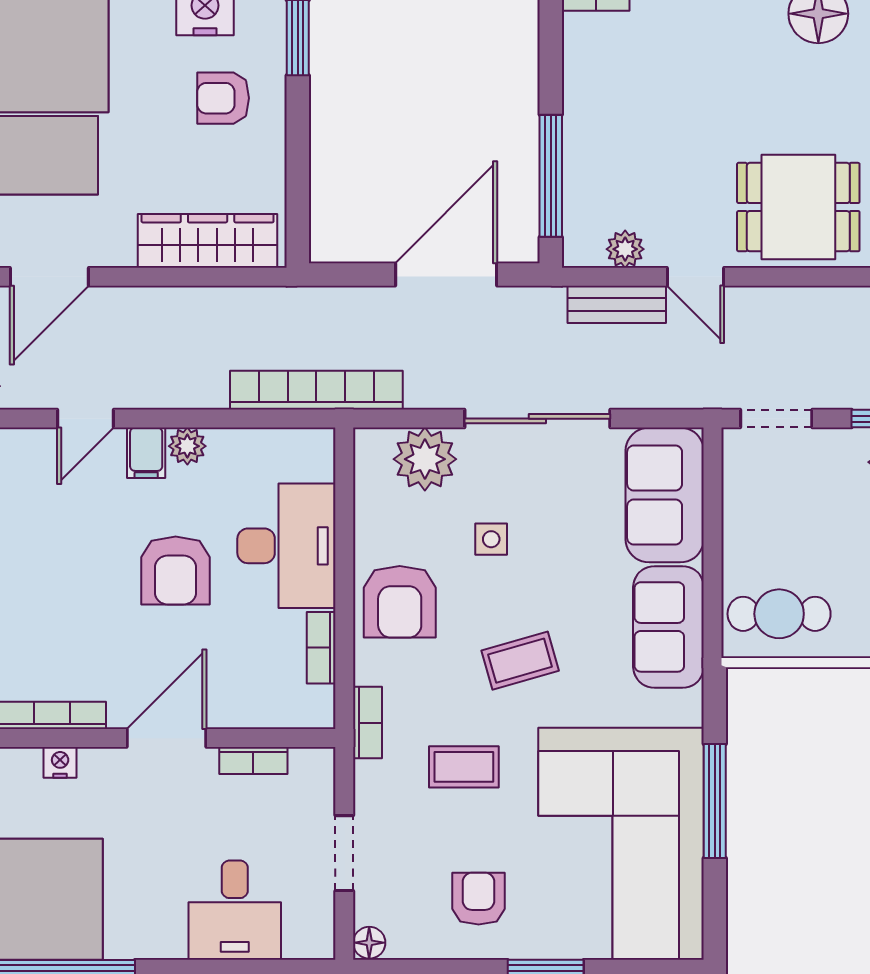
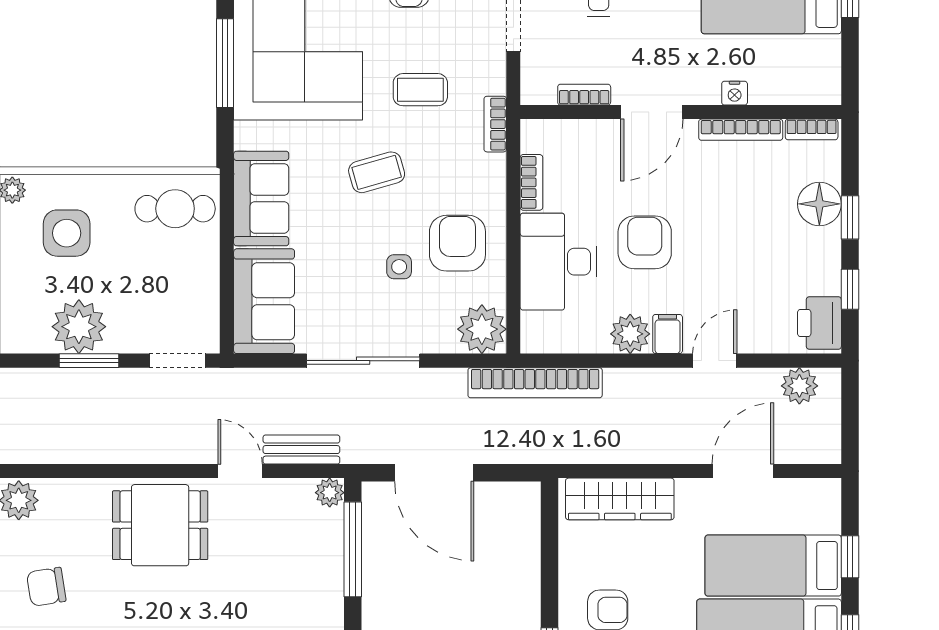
plant: (625, 249) -> (330, 493), moved
door: (446, 274) -> (434, 473), hinge flipped
plant: (187, 446) -> (630, 334), width x1.38, depth x1.38
plant: (425, 459) -> (482, 329), moved
armchair: (400, 602) -> (457, 243), moved

